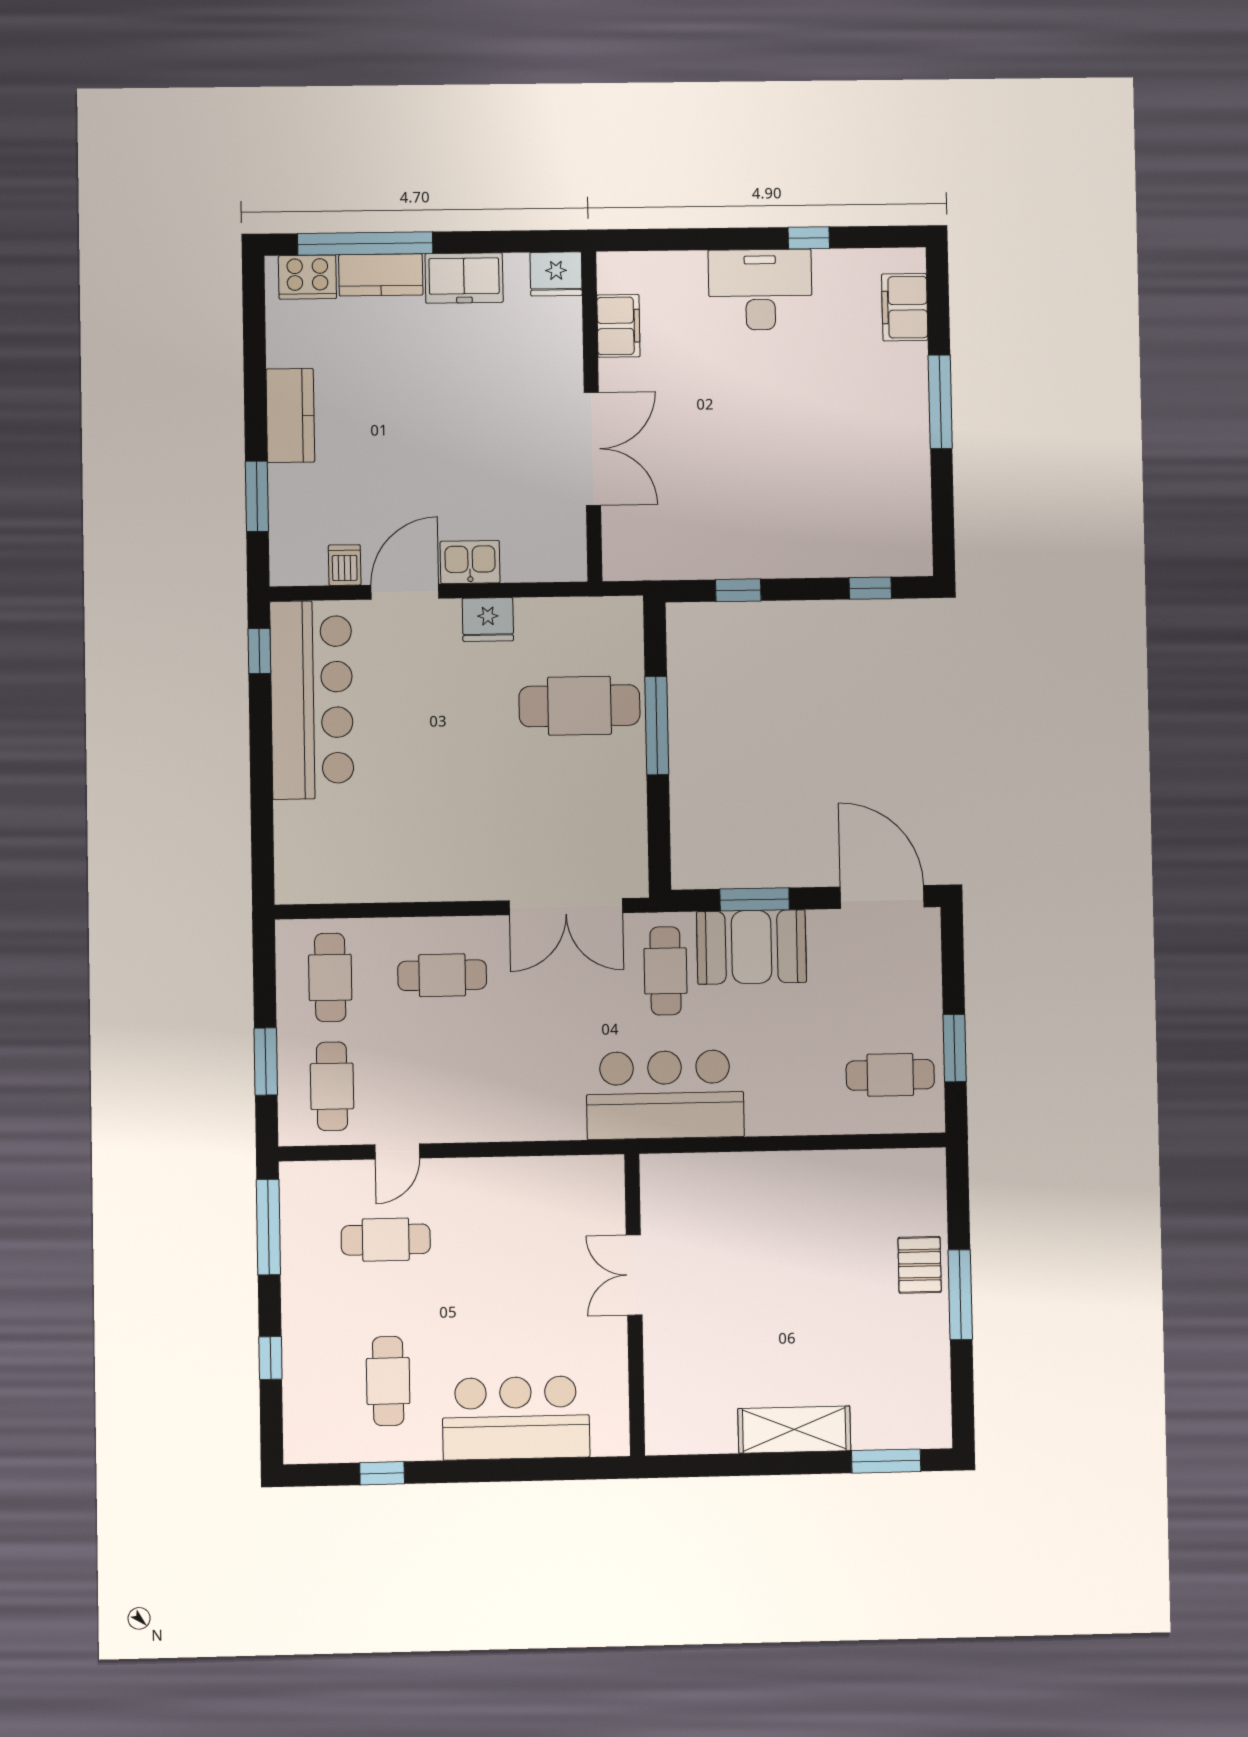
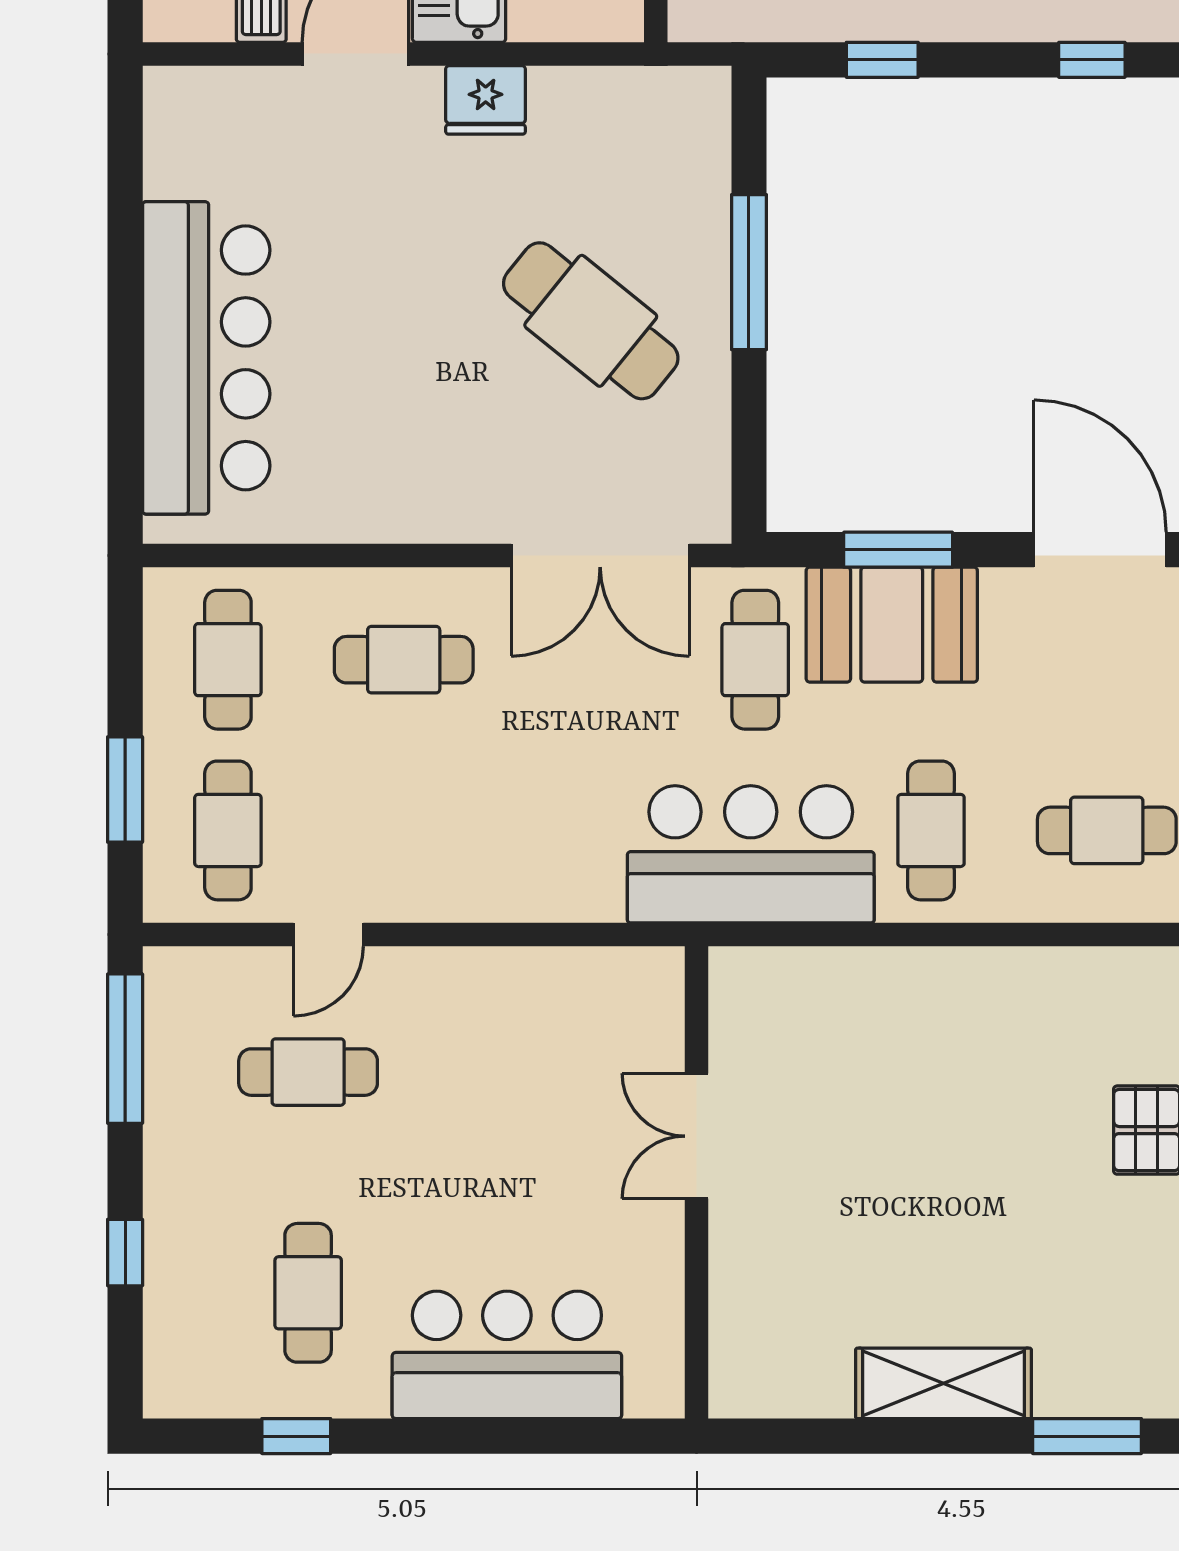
window: (259, 651) -> (125, 144), removed
bar counter: (312, 700) -> (206, 358), moved
cafe table: (579, 706) -> (591, 321), moved, turned 39
cafe table: (779, 1077) -> (931, 830), added

